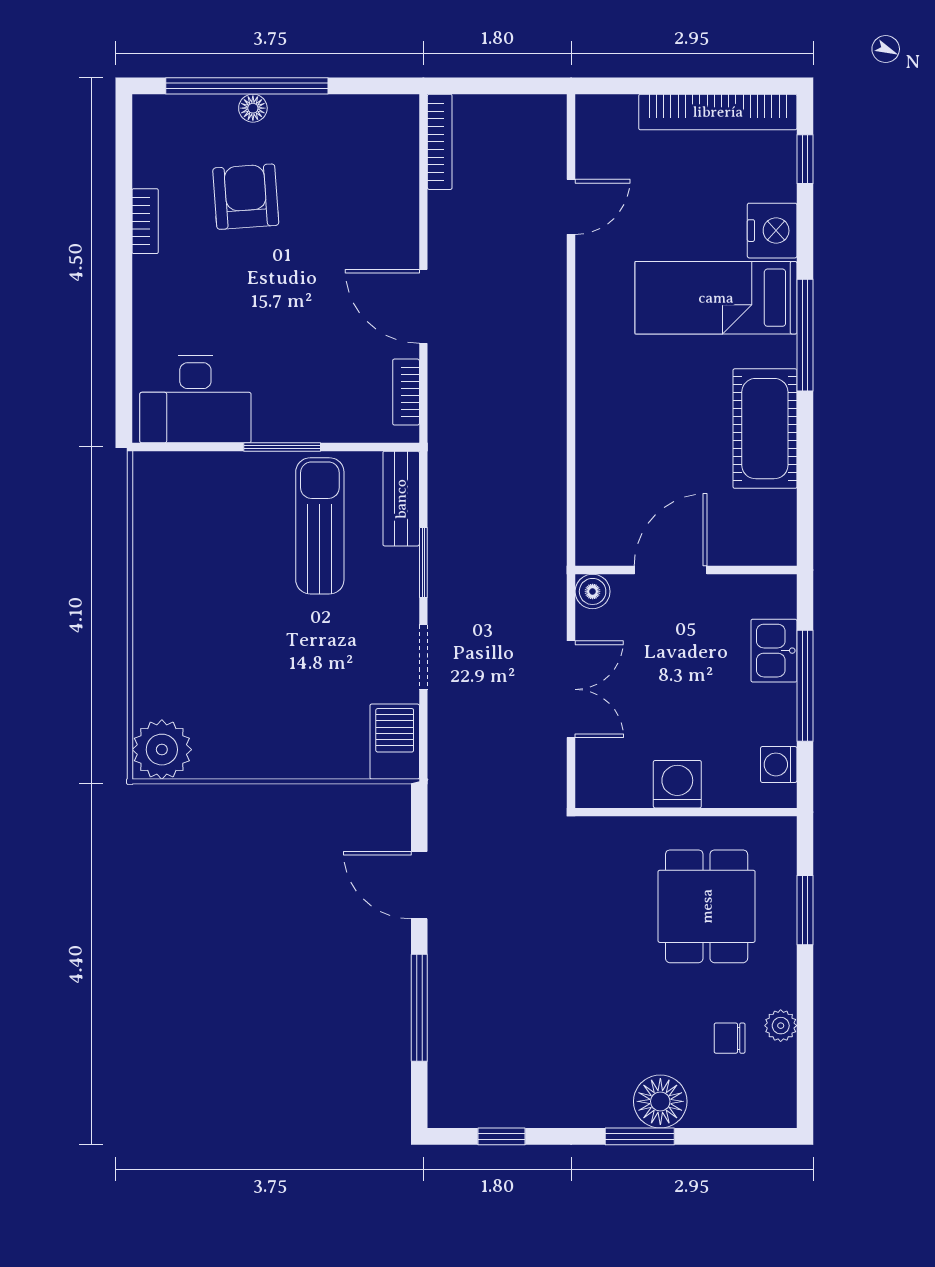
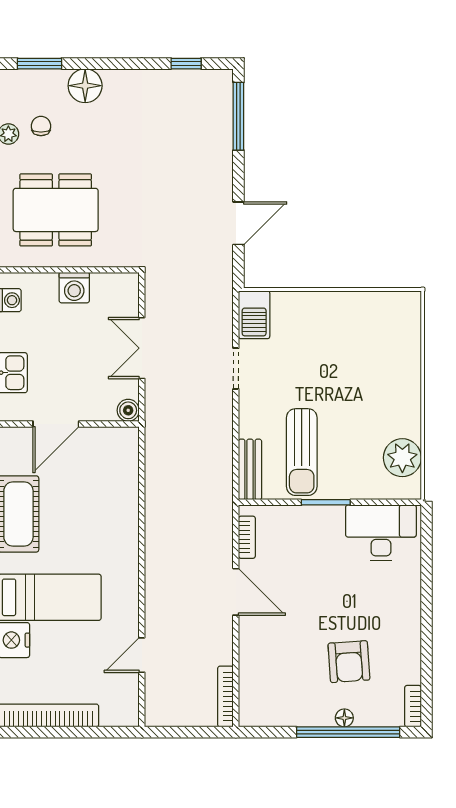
bookcase: (145, 221) -> (413, 706), moved
window: (423, 563) -> (236, 429), removed
door: (671, 570) -> (56, 424), moved
plant: (162, 750) -> (402, 458), moved
door: (419, 885) -> (238, 223), hinge flipped
dining table: (707, 906) -> (56, 210), width x1.38
window: (419, 1008) -> (238, 116), moved
chair: (730, 1038) -> (41, 126), turned -90
window: (640, 1136) -> (39, 64), moved

